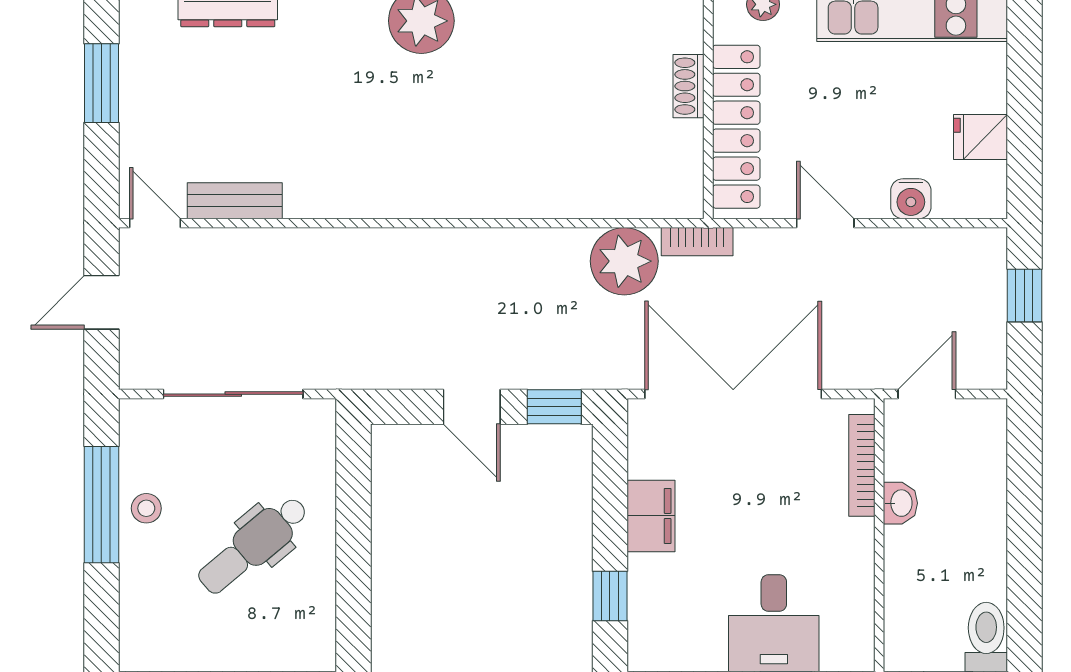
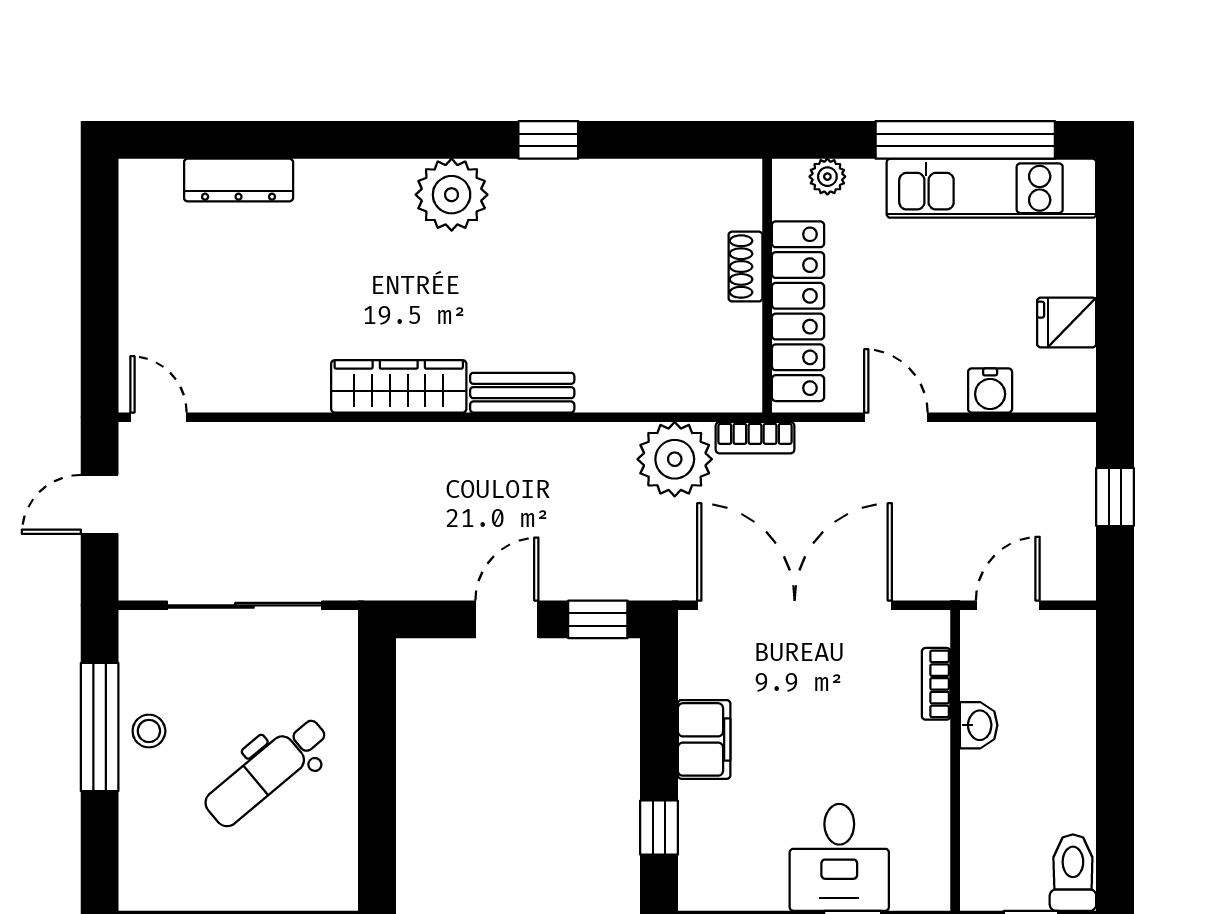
window: (101, 83) -> (100, 263), removed
wardrobe: (373, 195) -> (399, 386), added
bench: (235, 201) -> (522, 393), moved
door: (472, 407) -> (507, 619), swing flipped
bookcase: (862, 465) -> (936, 684), width x0.64

